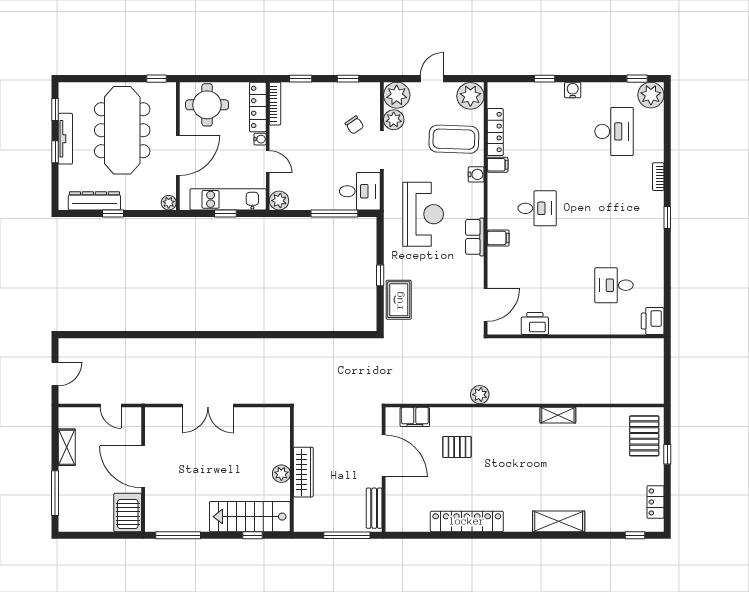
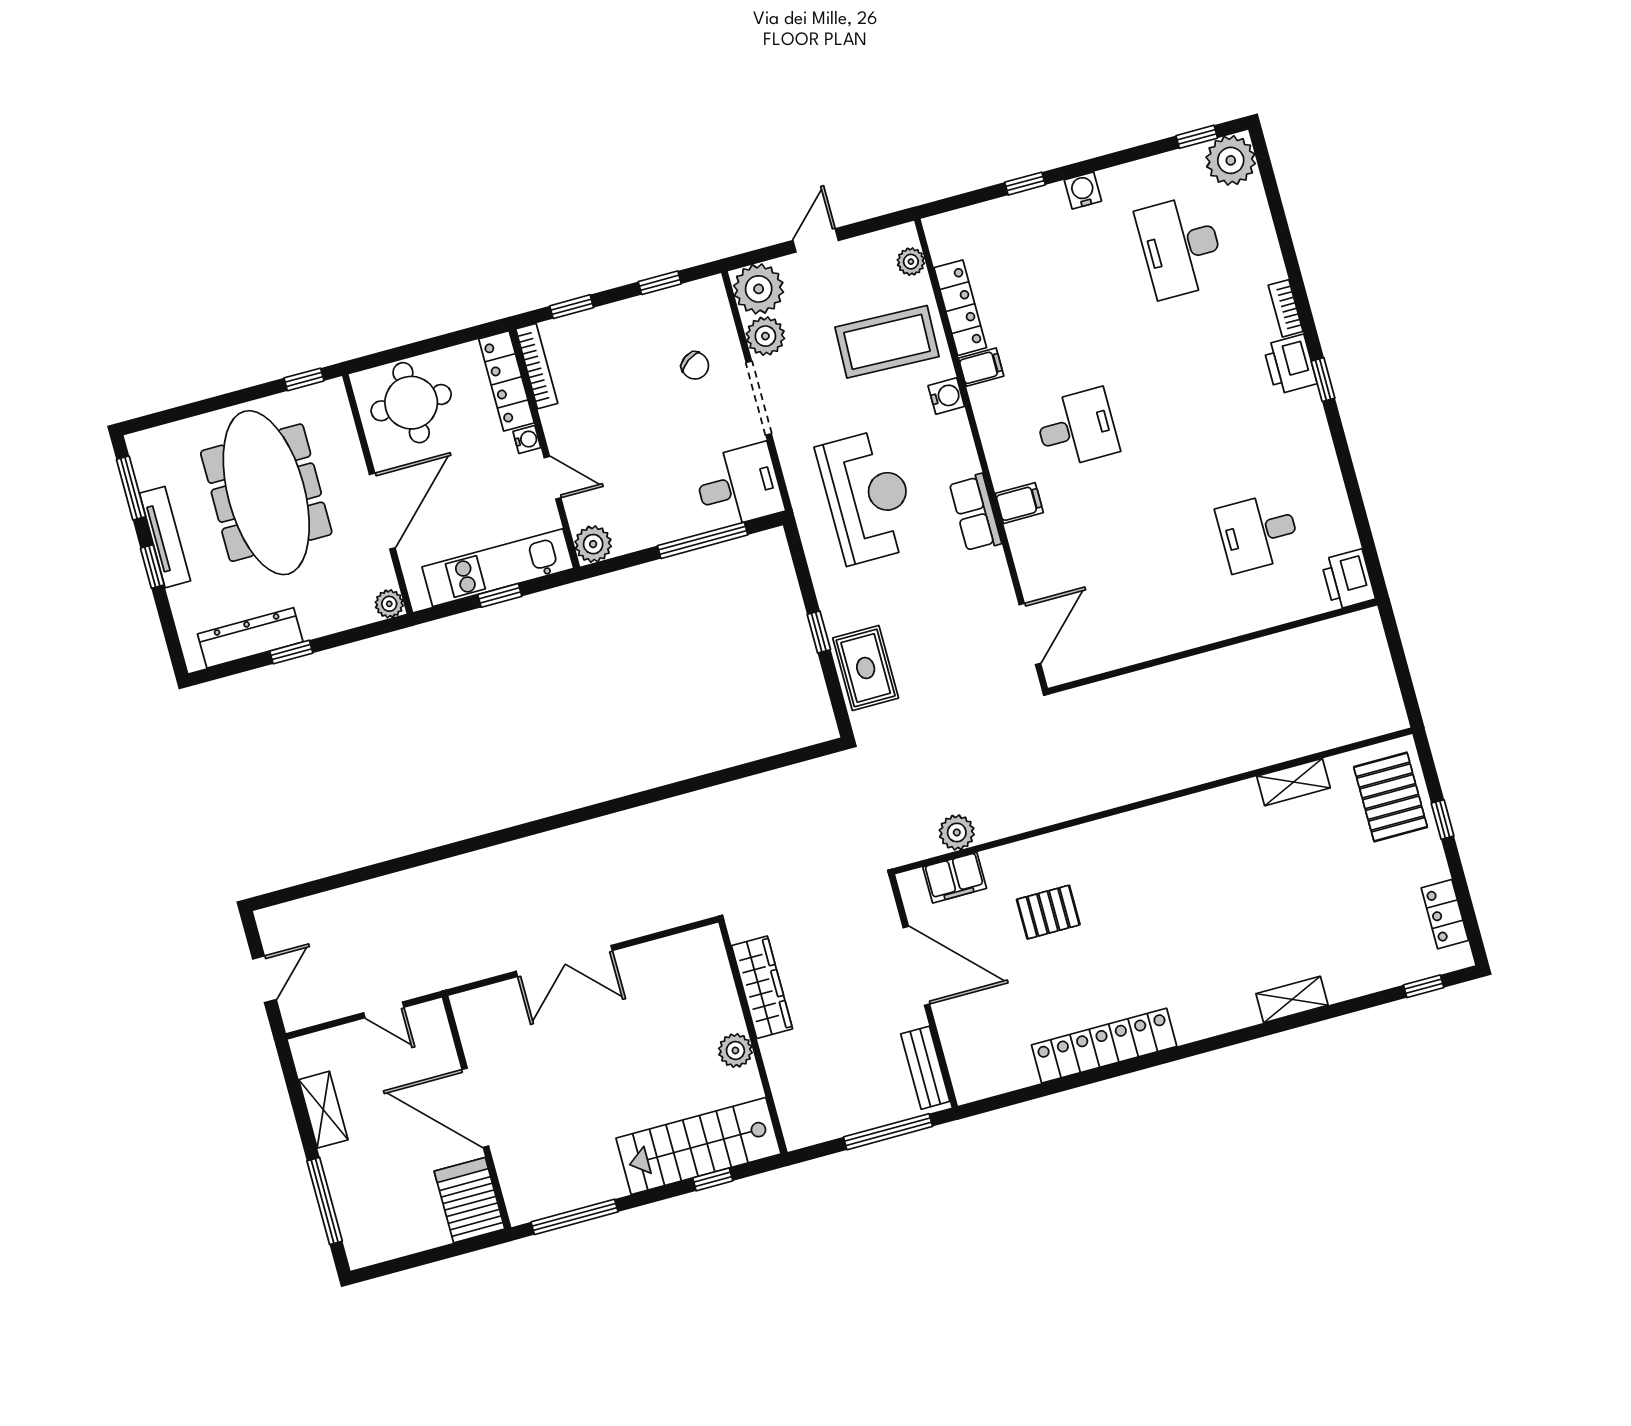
plant: (470, 96) -> (911, 262), width x0.53, depth x0.53
window: (55, 109) -> (131, 488), width x1.50
desk: (614, 131) -> (1181, 247), turned 180
printer: (535, 324) -> (1290, 364), moved, turned -90
plant: (480, 395) -> (957, 832), moved
shelving: (558, 415) -> (1293, 782), moved
wardrobe: (303, 472) -> (762, 987), moved
shelving: (559, 521) -> (1292, 999), width x0.67, depth x0.75

